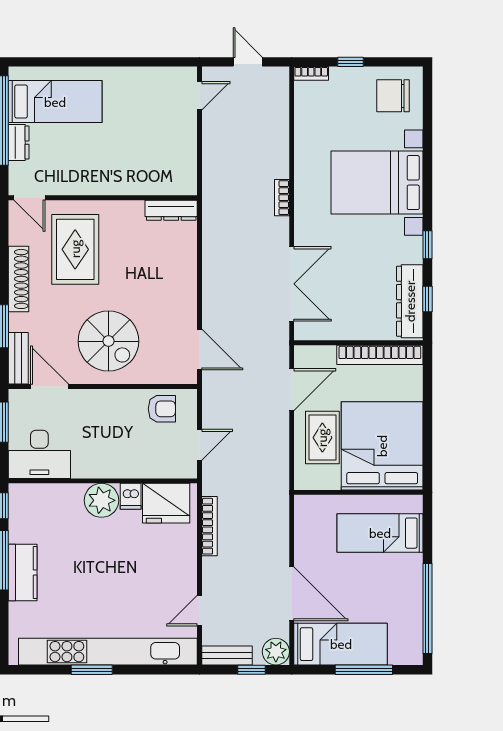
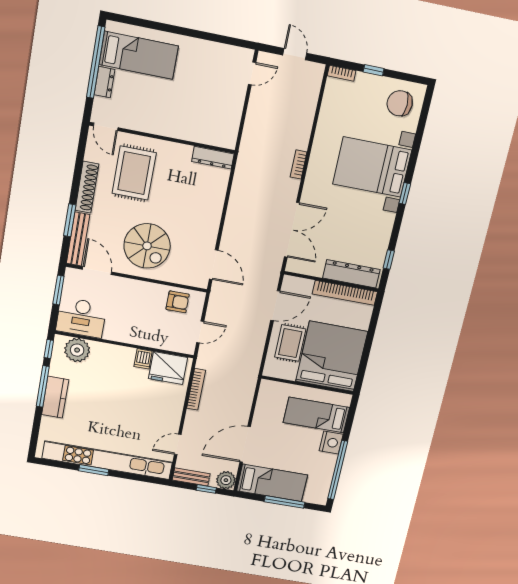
window: (427, 245) -> (405, 193), moved
dresser: (410, 301) -> (351, 274), moved, turned 90
bench: (18, 358) -> (78, 239), width x1.36
plant: (102, 500) -> (77, 350), moved
nightstand: (409, 569) -> (331, 443), added
door: (292, 594) -> (245, 444), swing flipped

